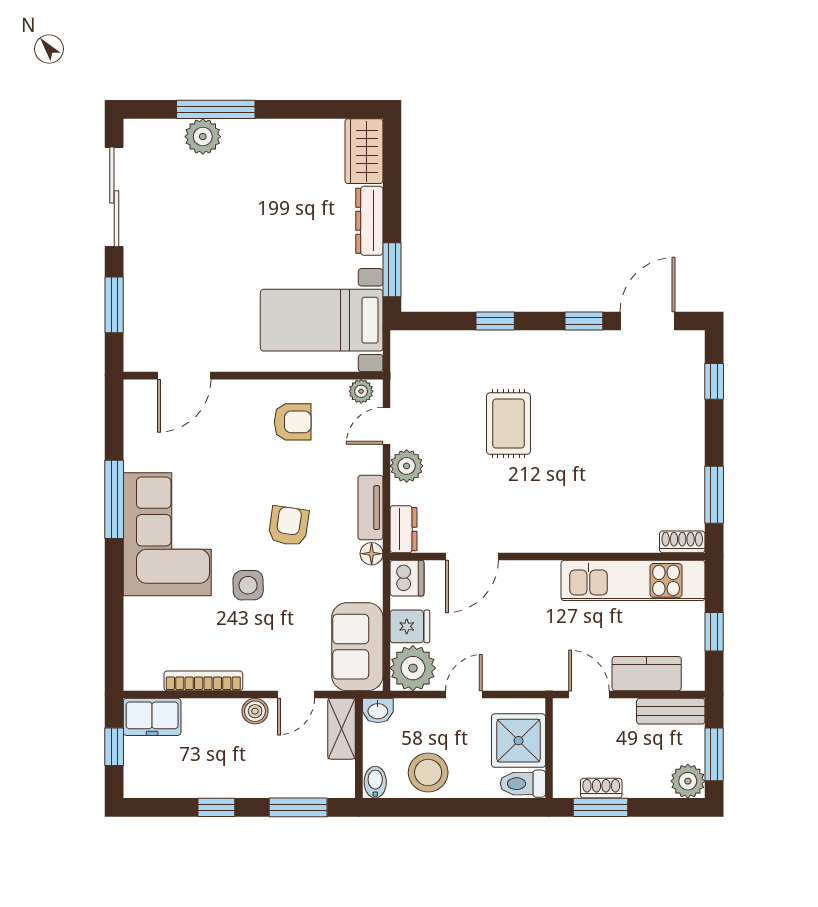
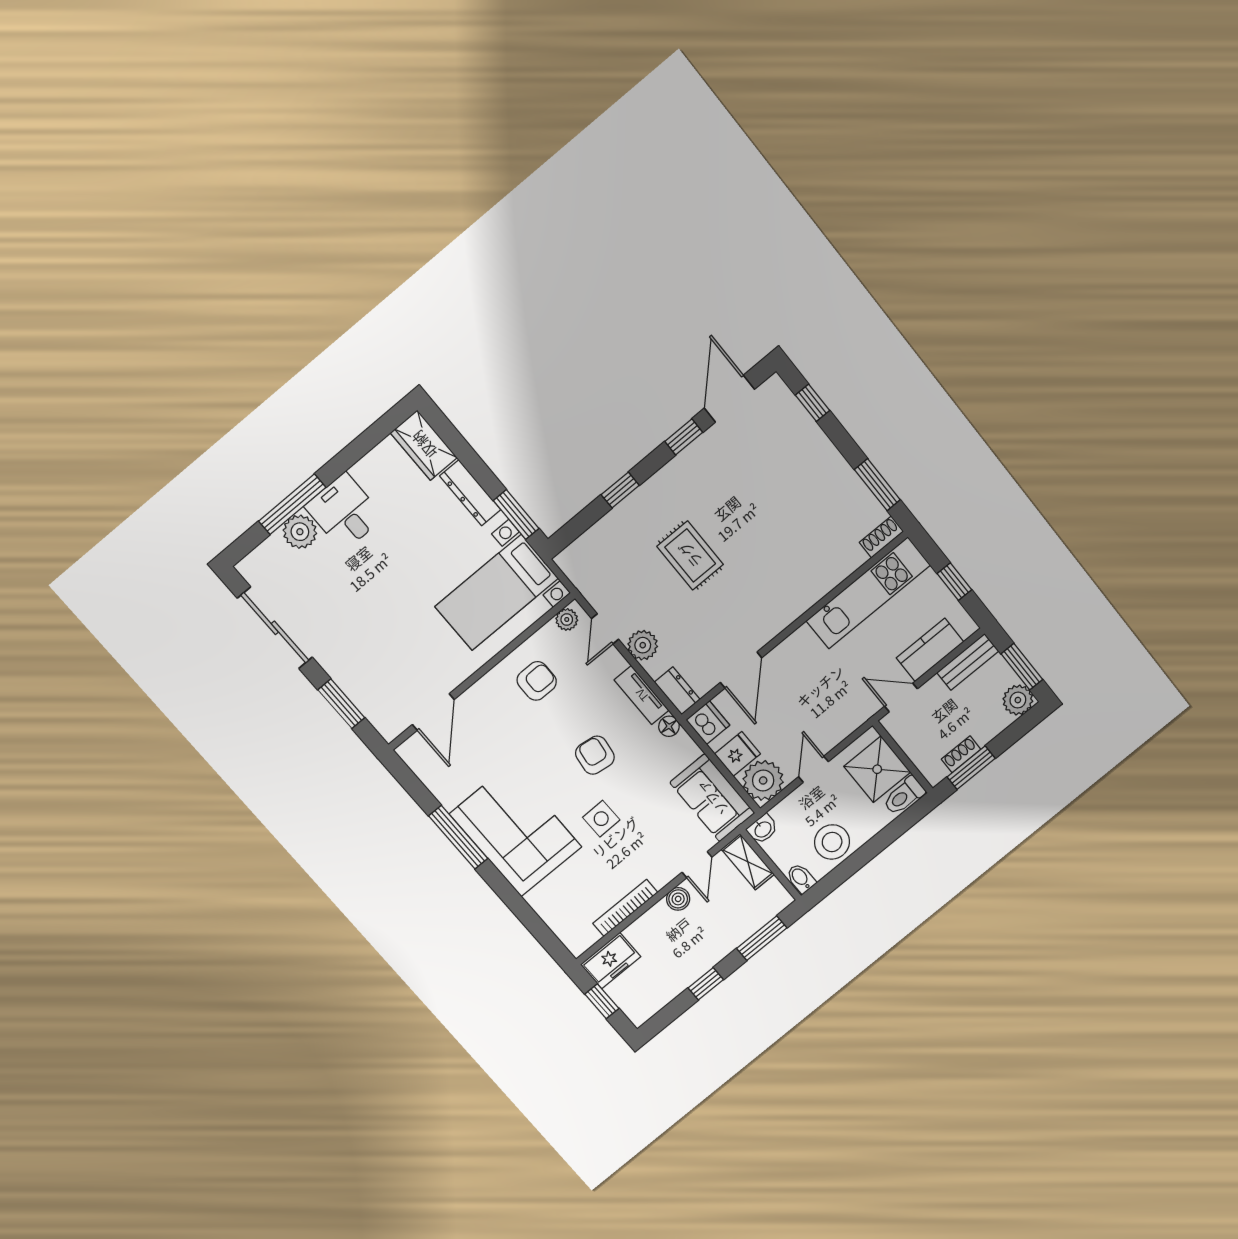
desk: (253, 151) -> (344, 512), added

